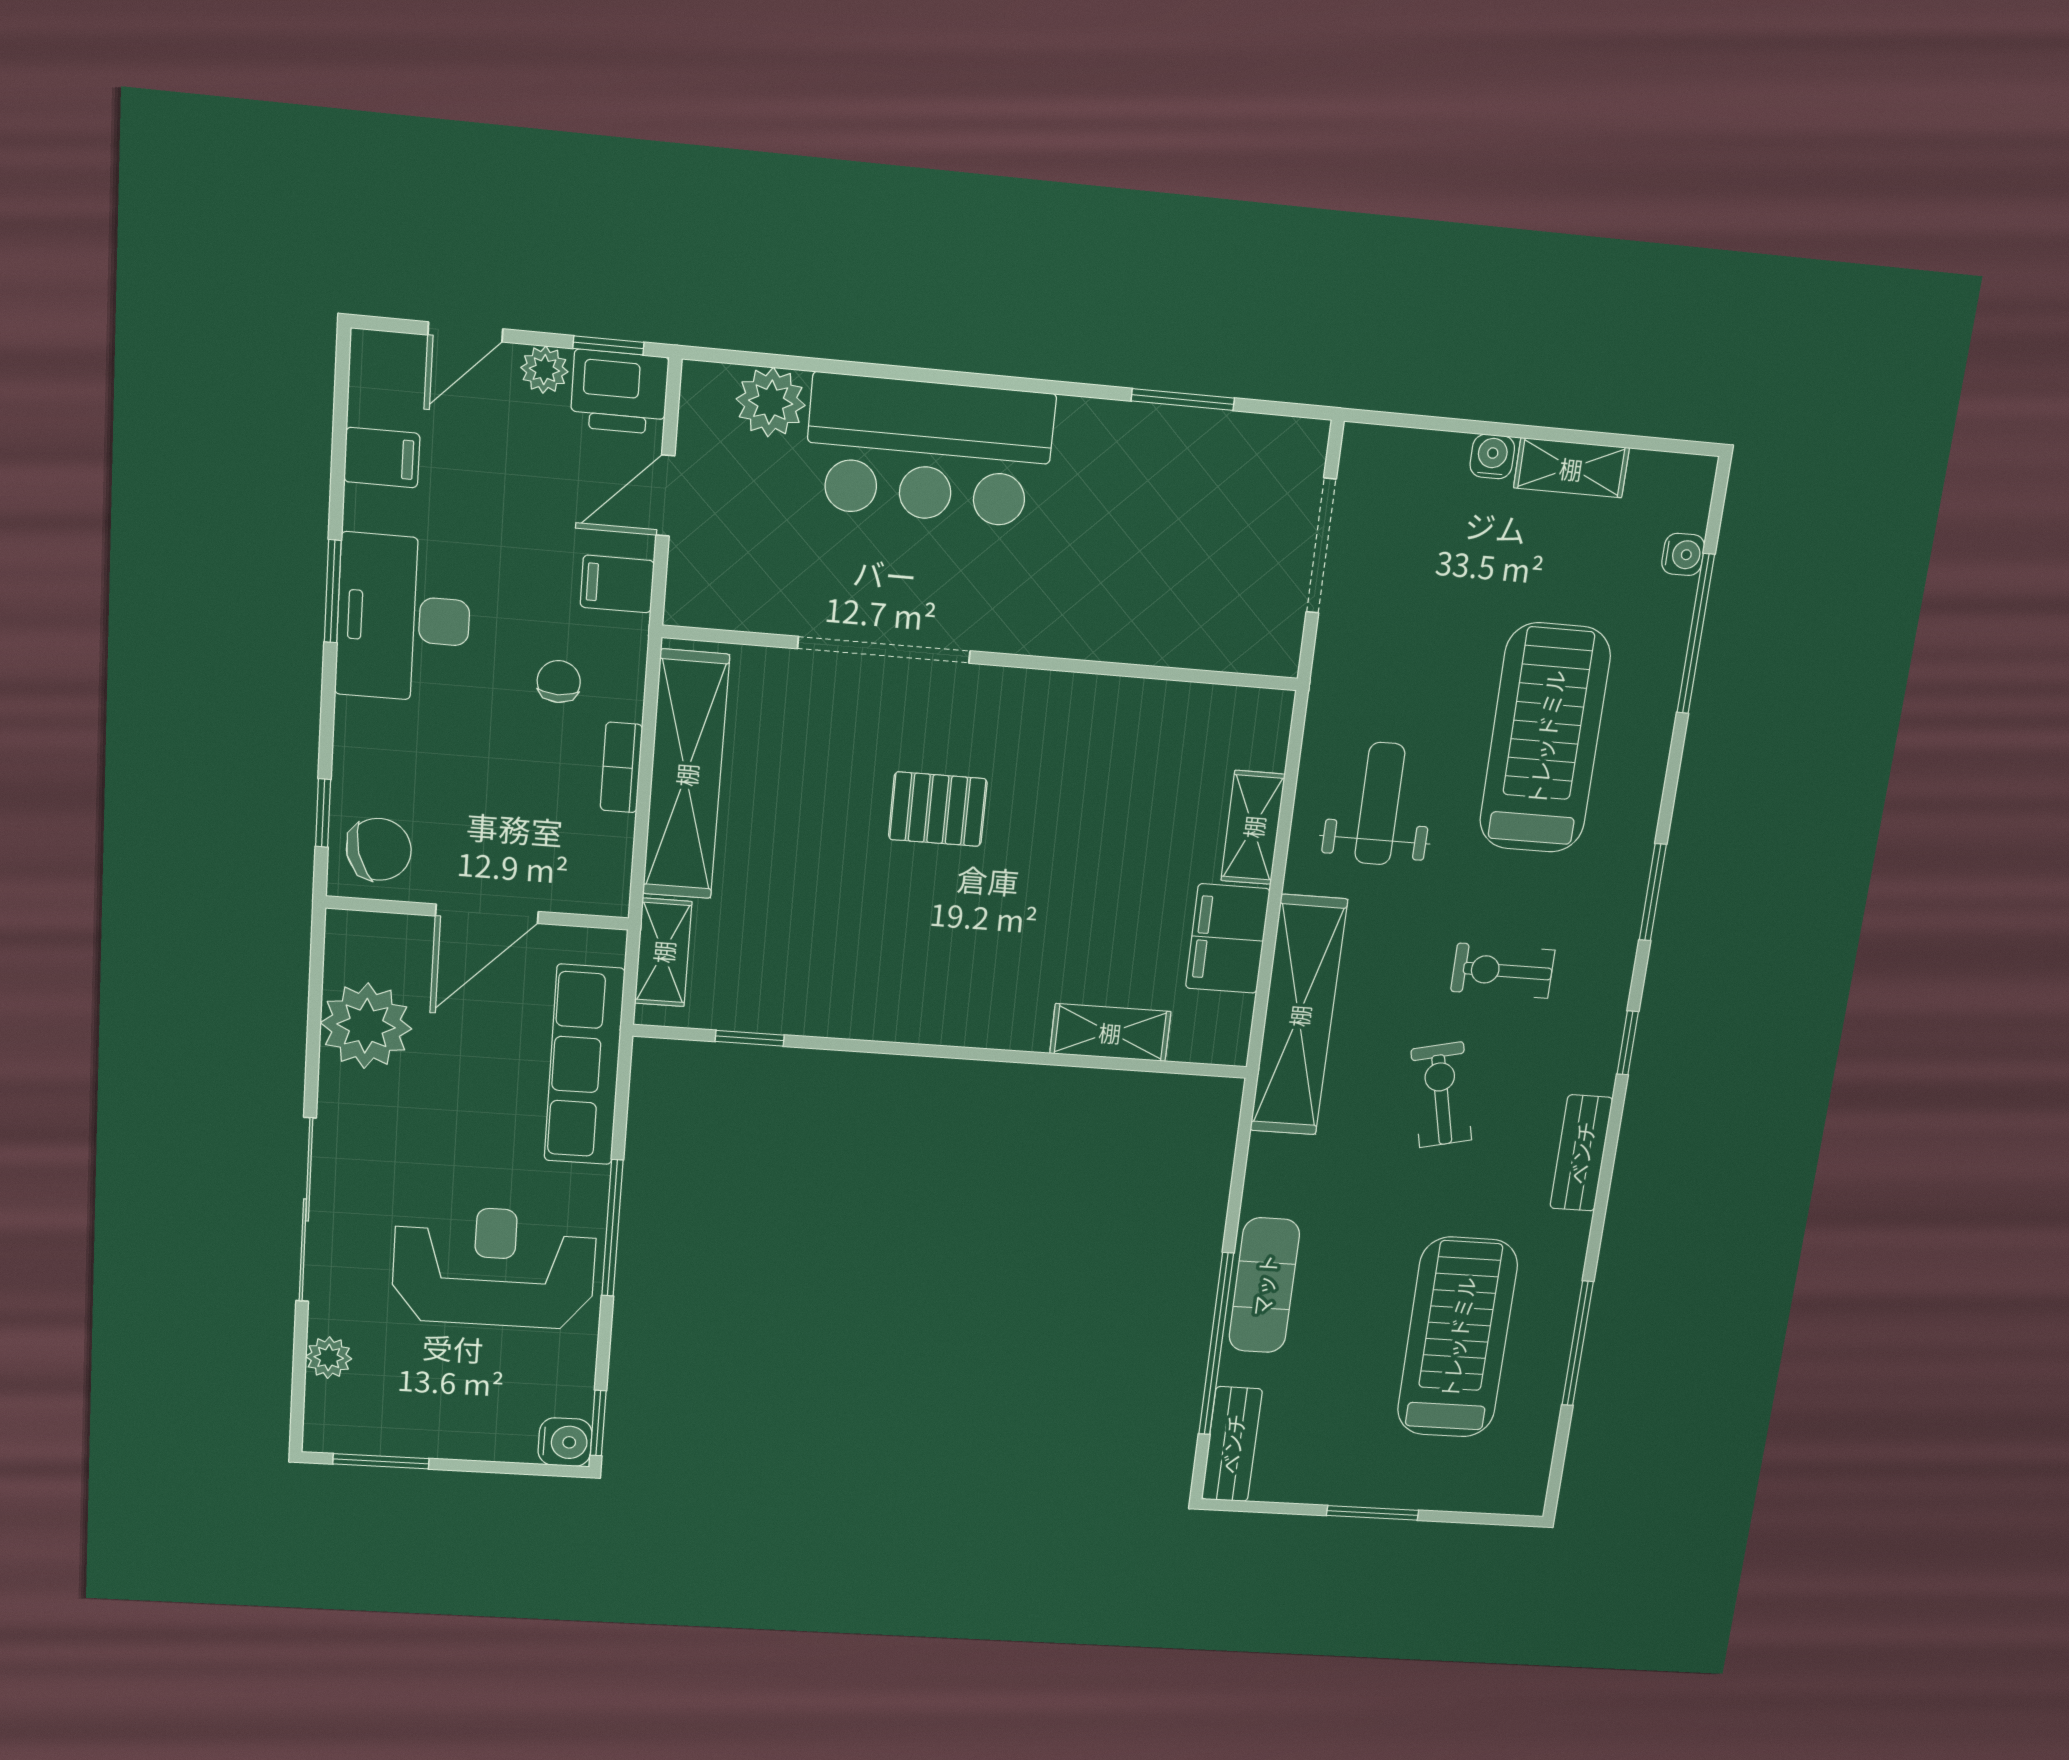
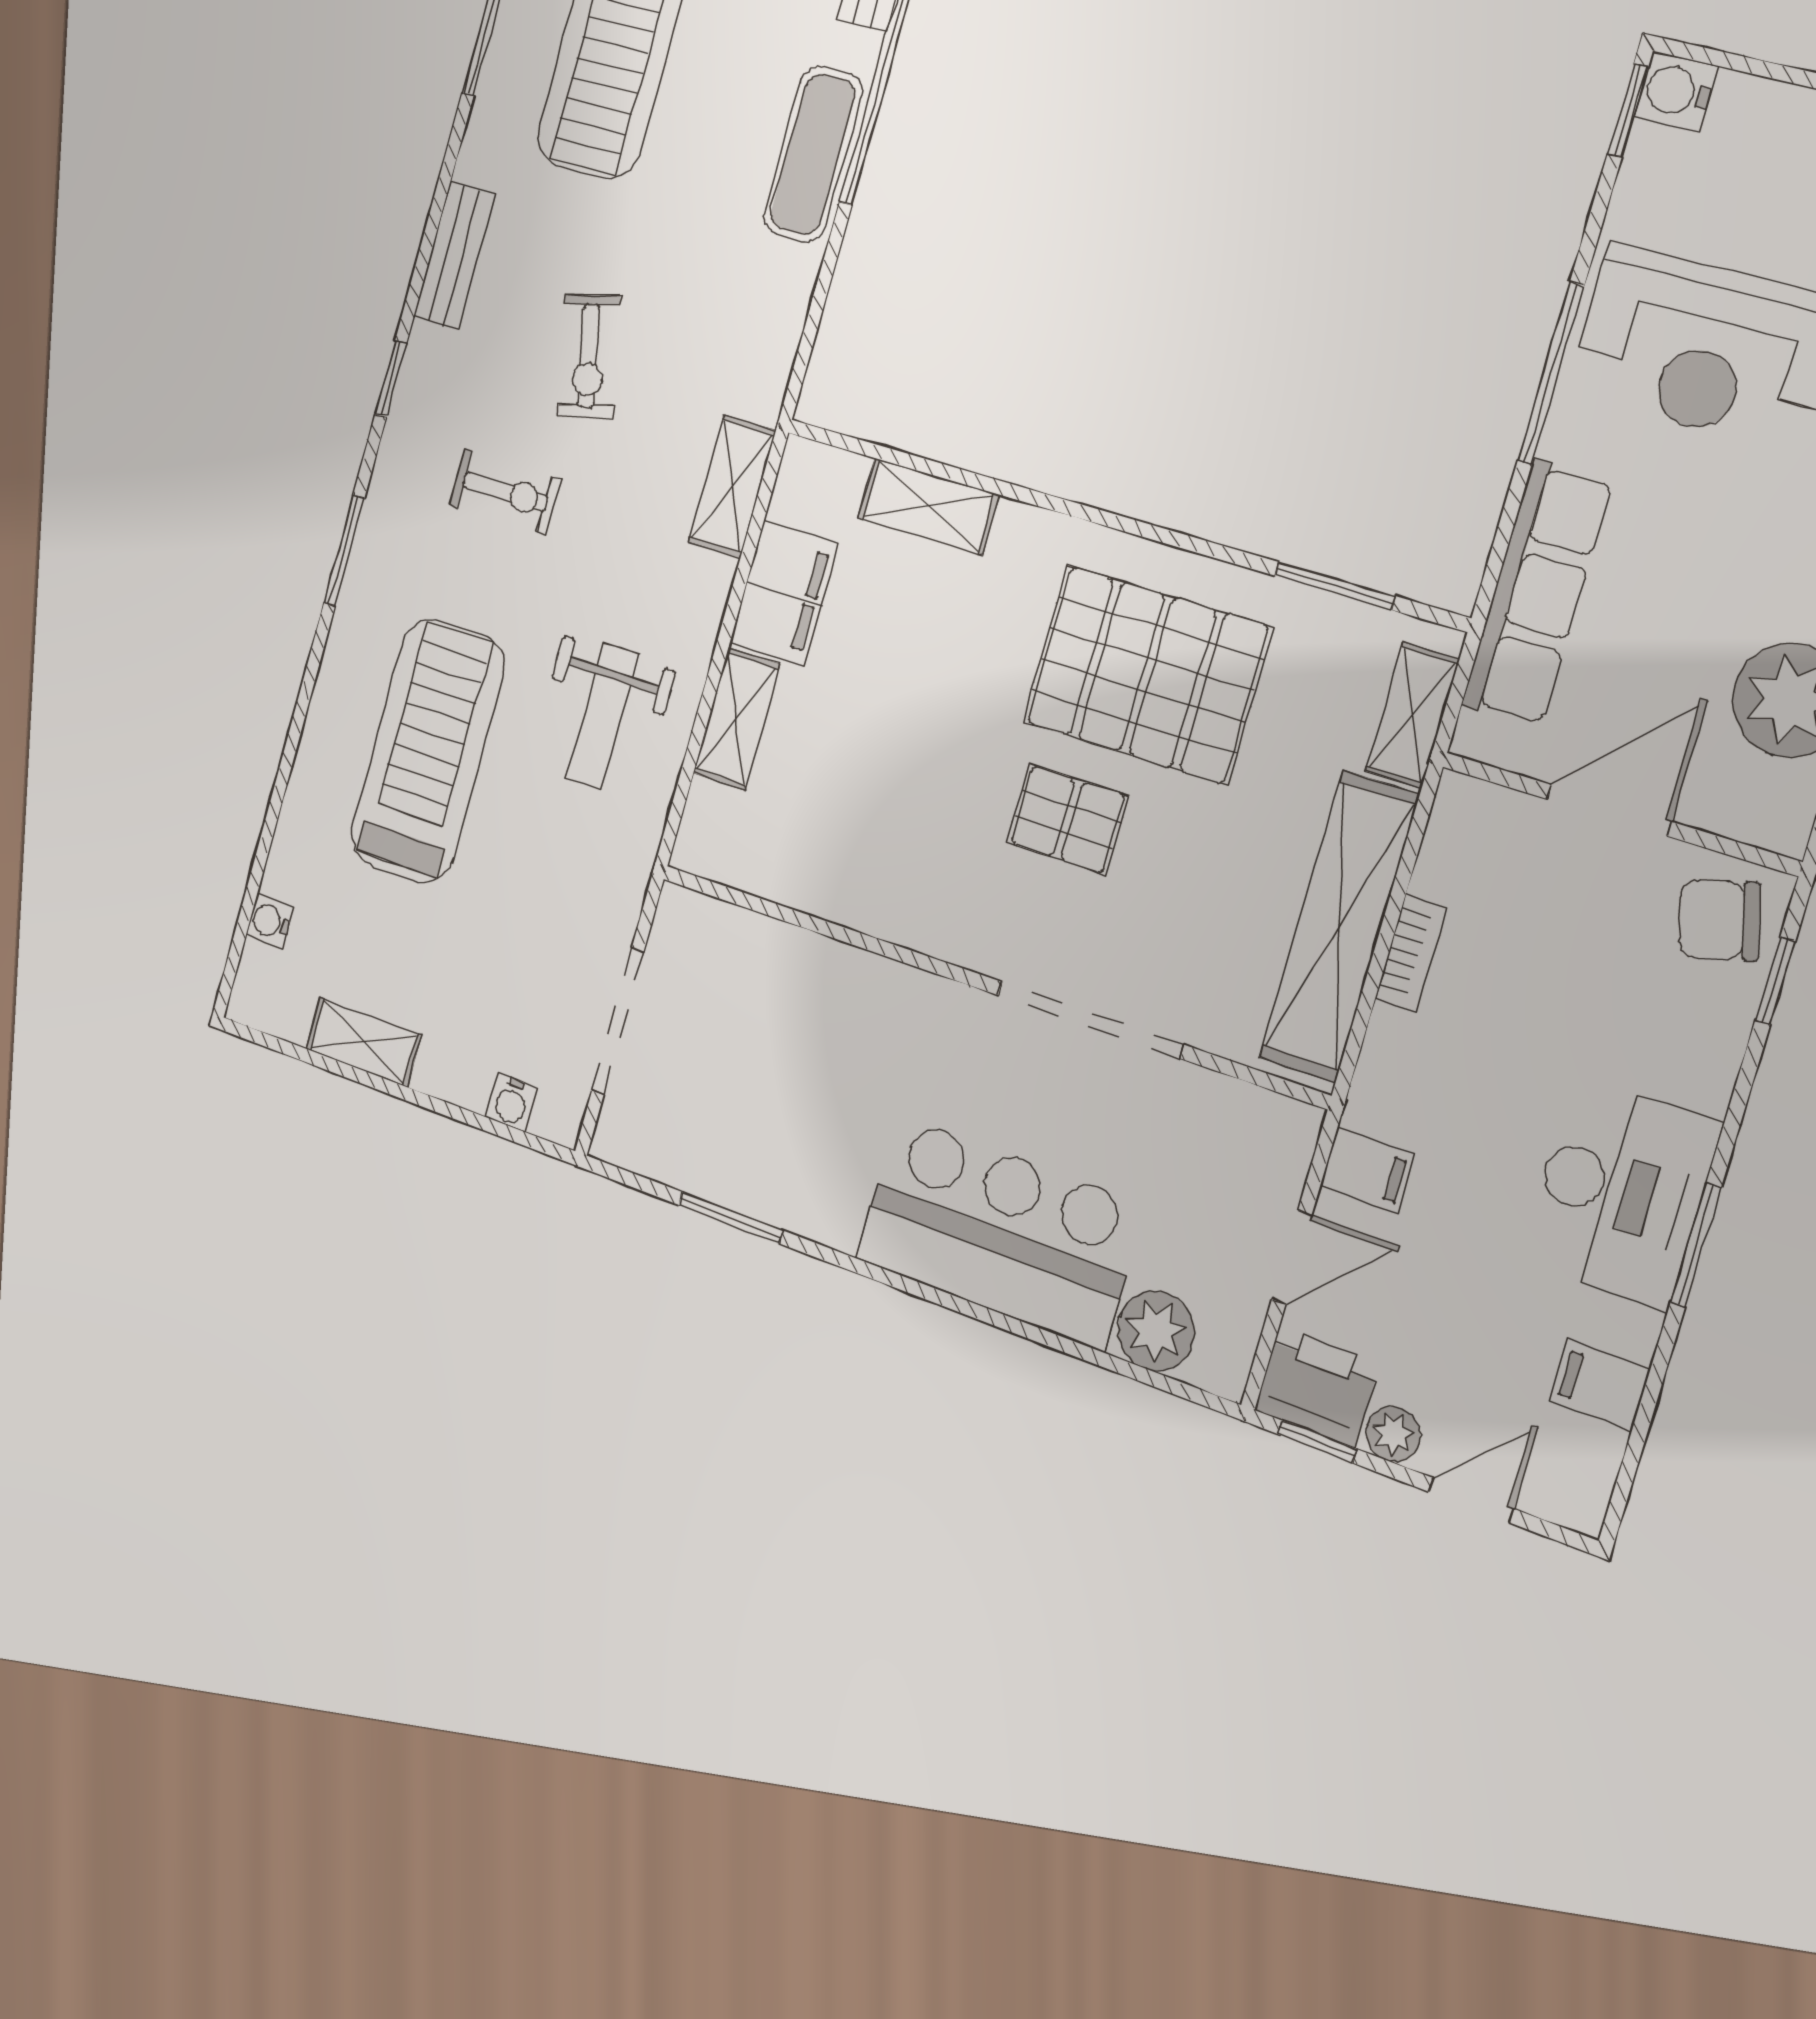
water cooler: (1492, 456) -> (511, 1102), moved
window: (1696, 634) -> (268, 832), removed
chair: (559, 682) -> (1459, 1073), removed
treadmill: (1545, 738) -> (428, 751), turned 180
pallet: (893, 938) -> (1147, 675), added
shelving: (1299, 1016) -> (732, 486), width x0.45, depth x0.75
window: (750, 1038) -> (1335, 586), width x1.50

